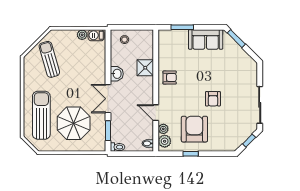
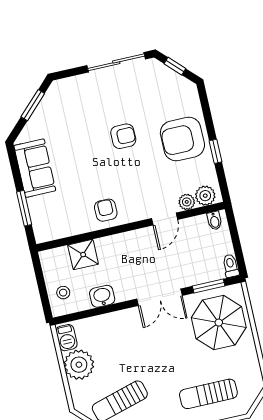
plant: (82, 35) -> (79, 365), width x1.87, depth x1.87
window: (236, 39) -> (33, 105), moved
shower: (145, 68) -> (83, 255), moved
washbasin: (117, 74) -> (102, 296), moved
sun lounger: (41, 115) -> (208, 394), width x0.73, depth x0.75
parasol: (74, 123) -> (219, 323), moved
armchair: (194, 129) -> (182, 139), moved

